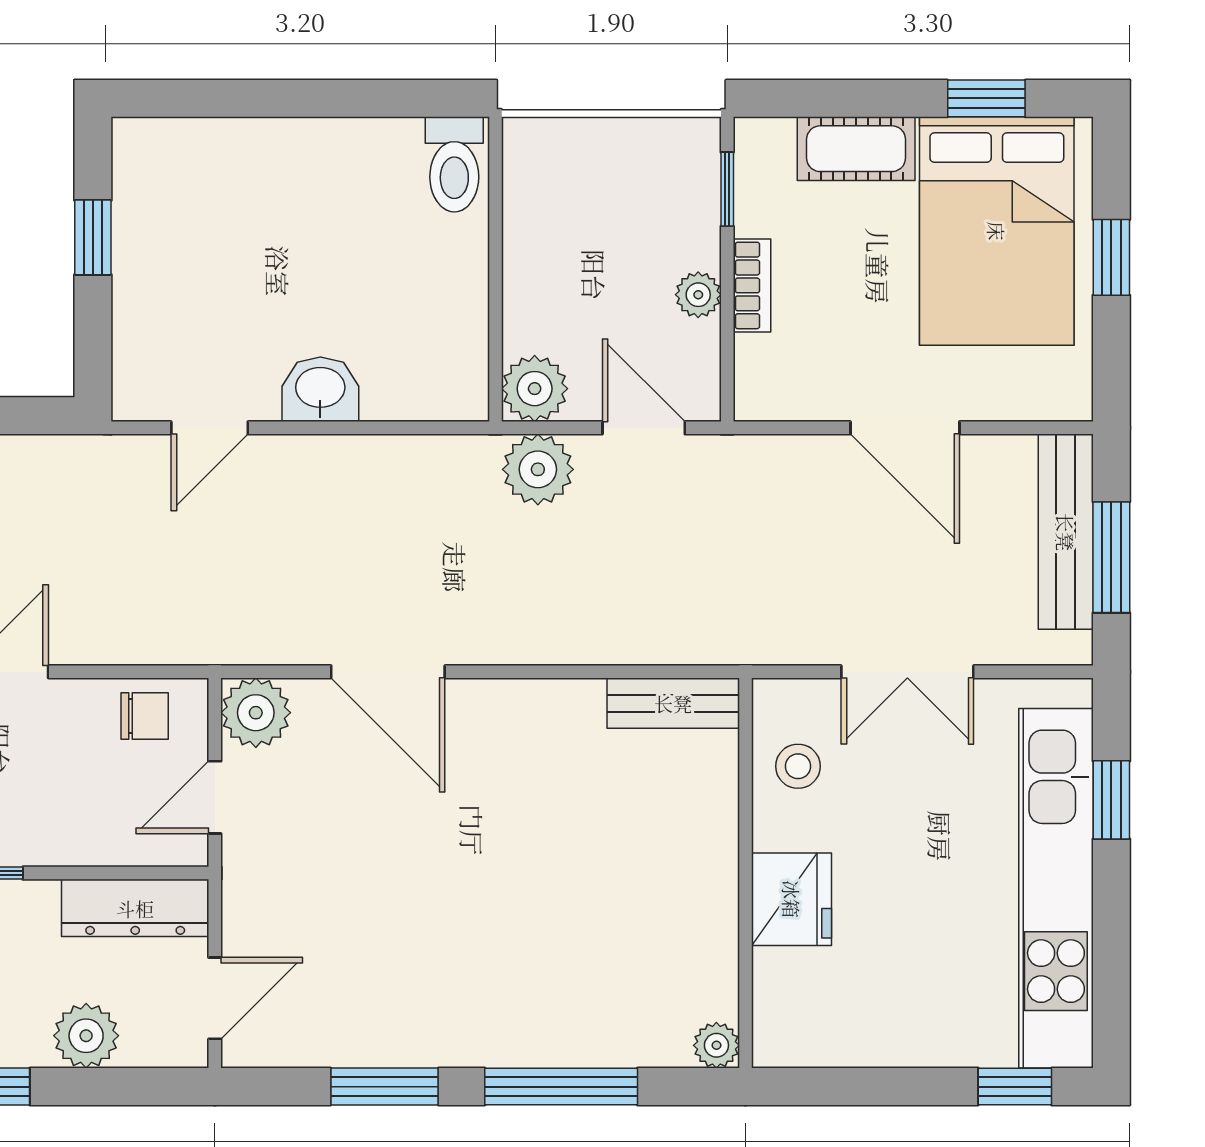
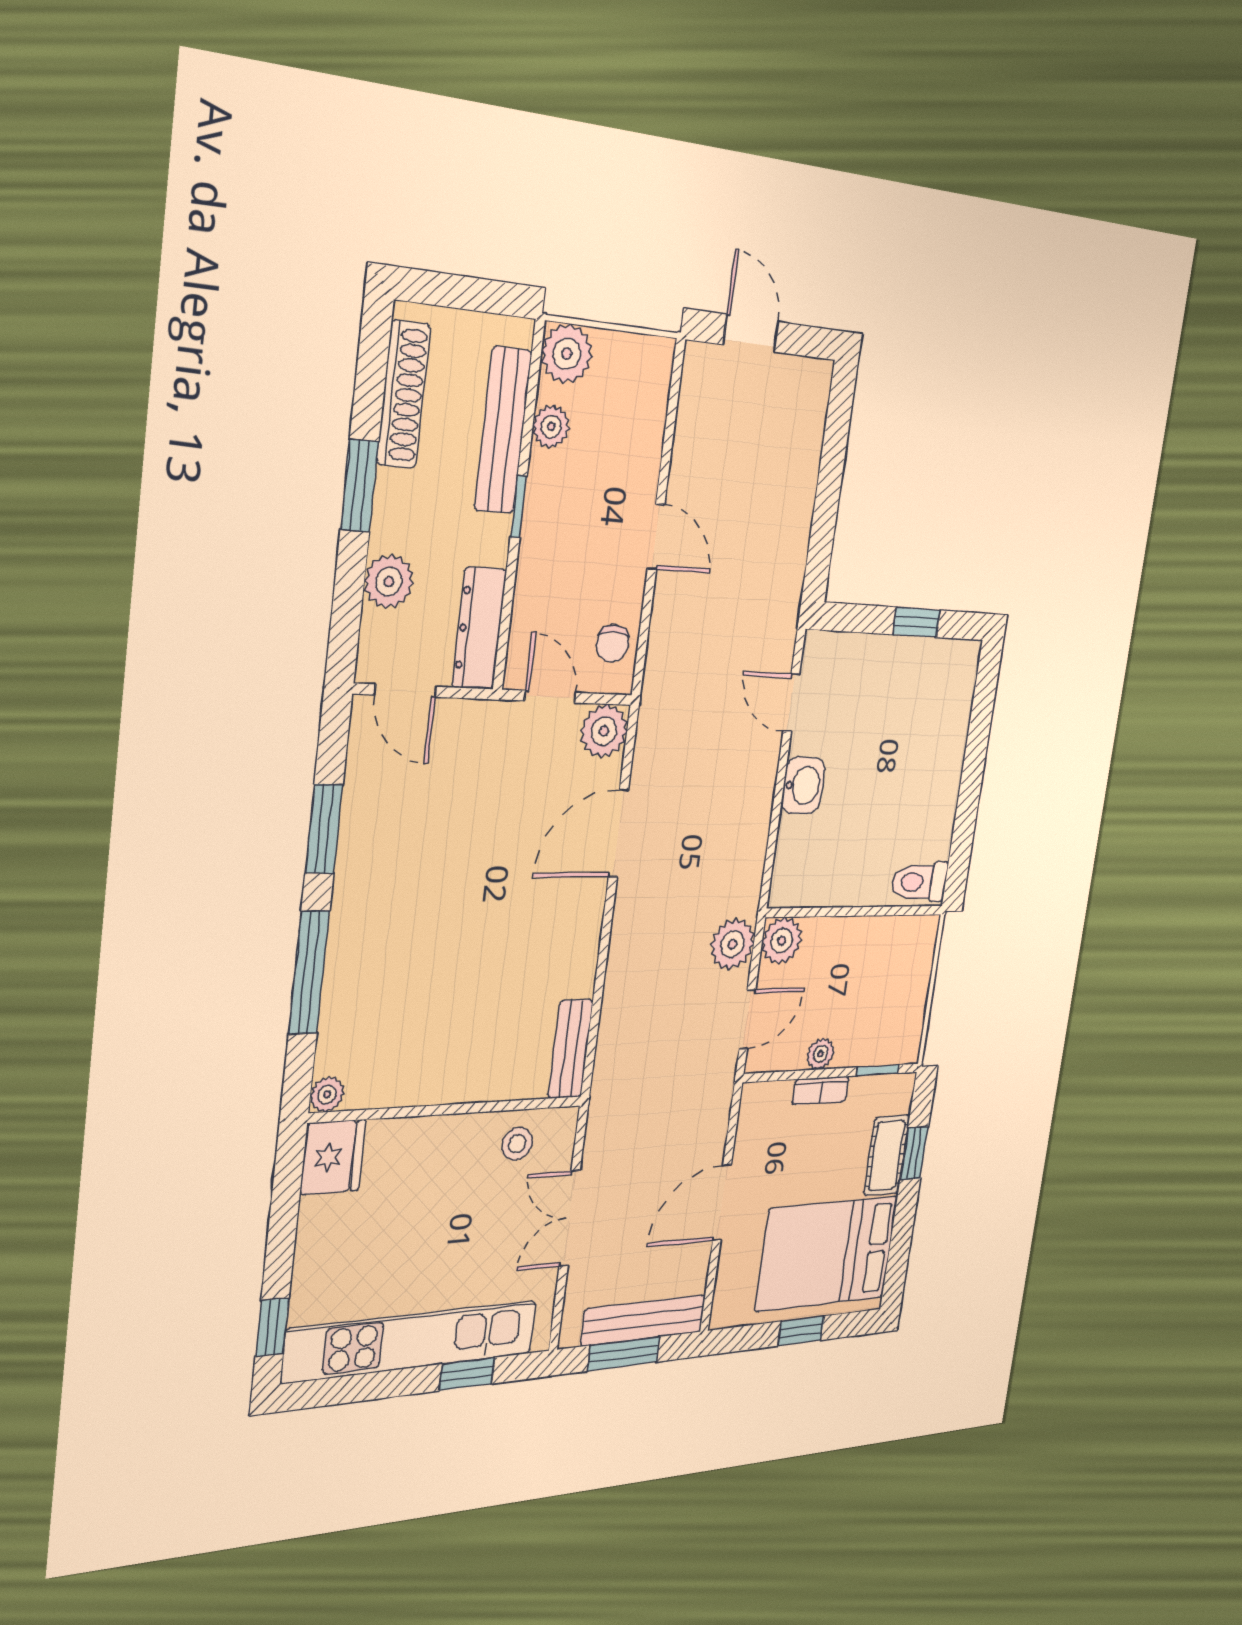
window: (986, 98) -> (914, 1153), moved
fridge: (792, 899) -> (333, 1157), moved, turned -90

